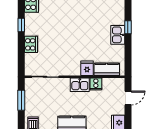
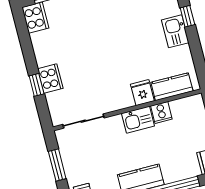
window: (21, 25) -> (37, 85), moved

